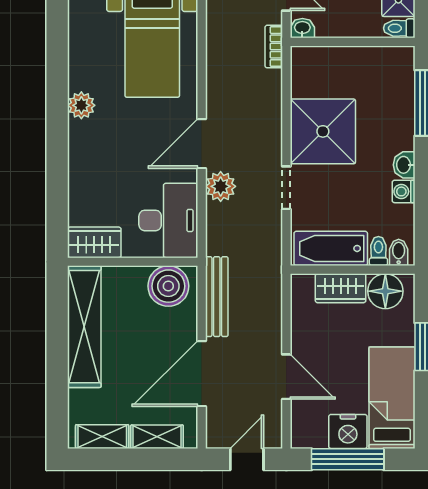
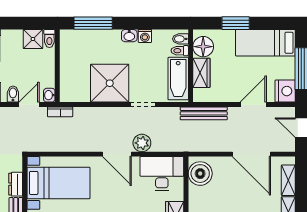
bench: (217, 297) -> (204, 113), moved
nightstand: (348, 431) -> (285, 91), moved

